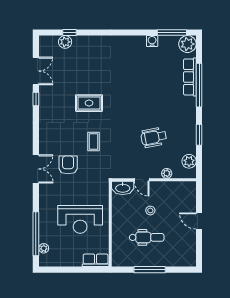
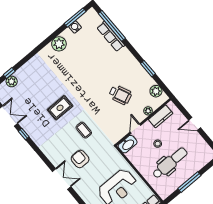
water cooler: (152, 41) -> (75, 27), moved
plant: (187, 44) -> (59, 44), moved
window: (199, 85) -> (112, 26), moved
wheelchair: (154, 137) -> (120, 95), turned -103
door: (142, 180) -> (135, 129), swing flipped
kitchen counter: (174, 188) -> (161, 116), added
dental chair: (147, 237) -> (170, 163), width x1.36, depth x1.38

